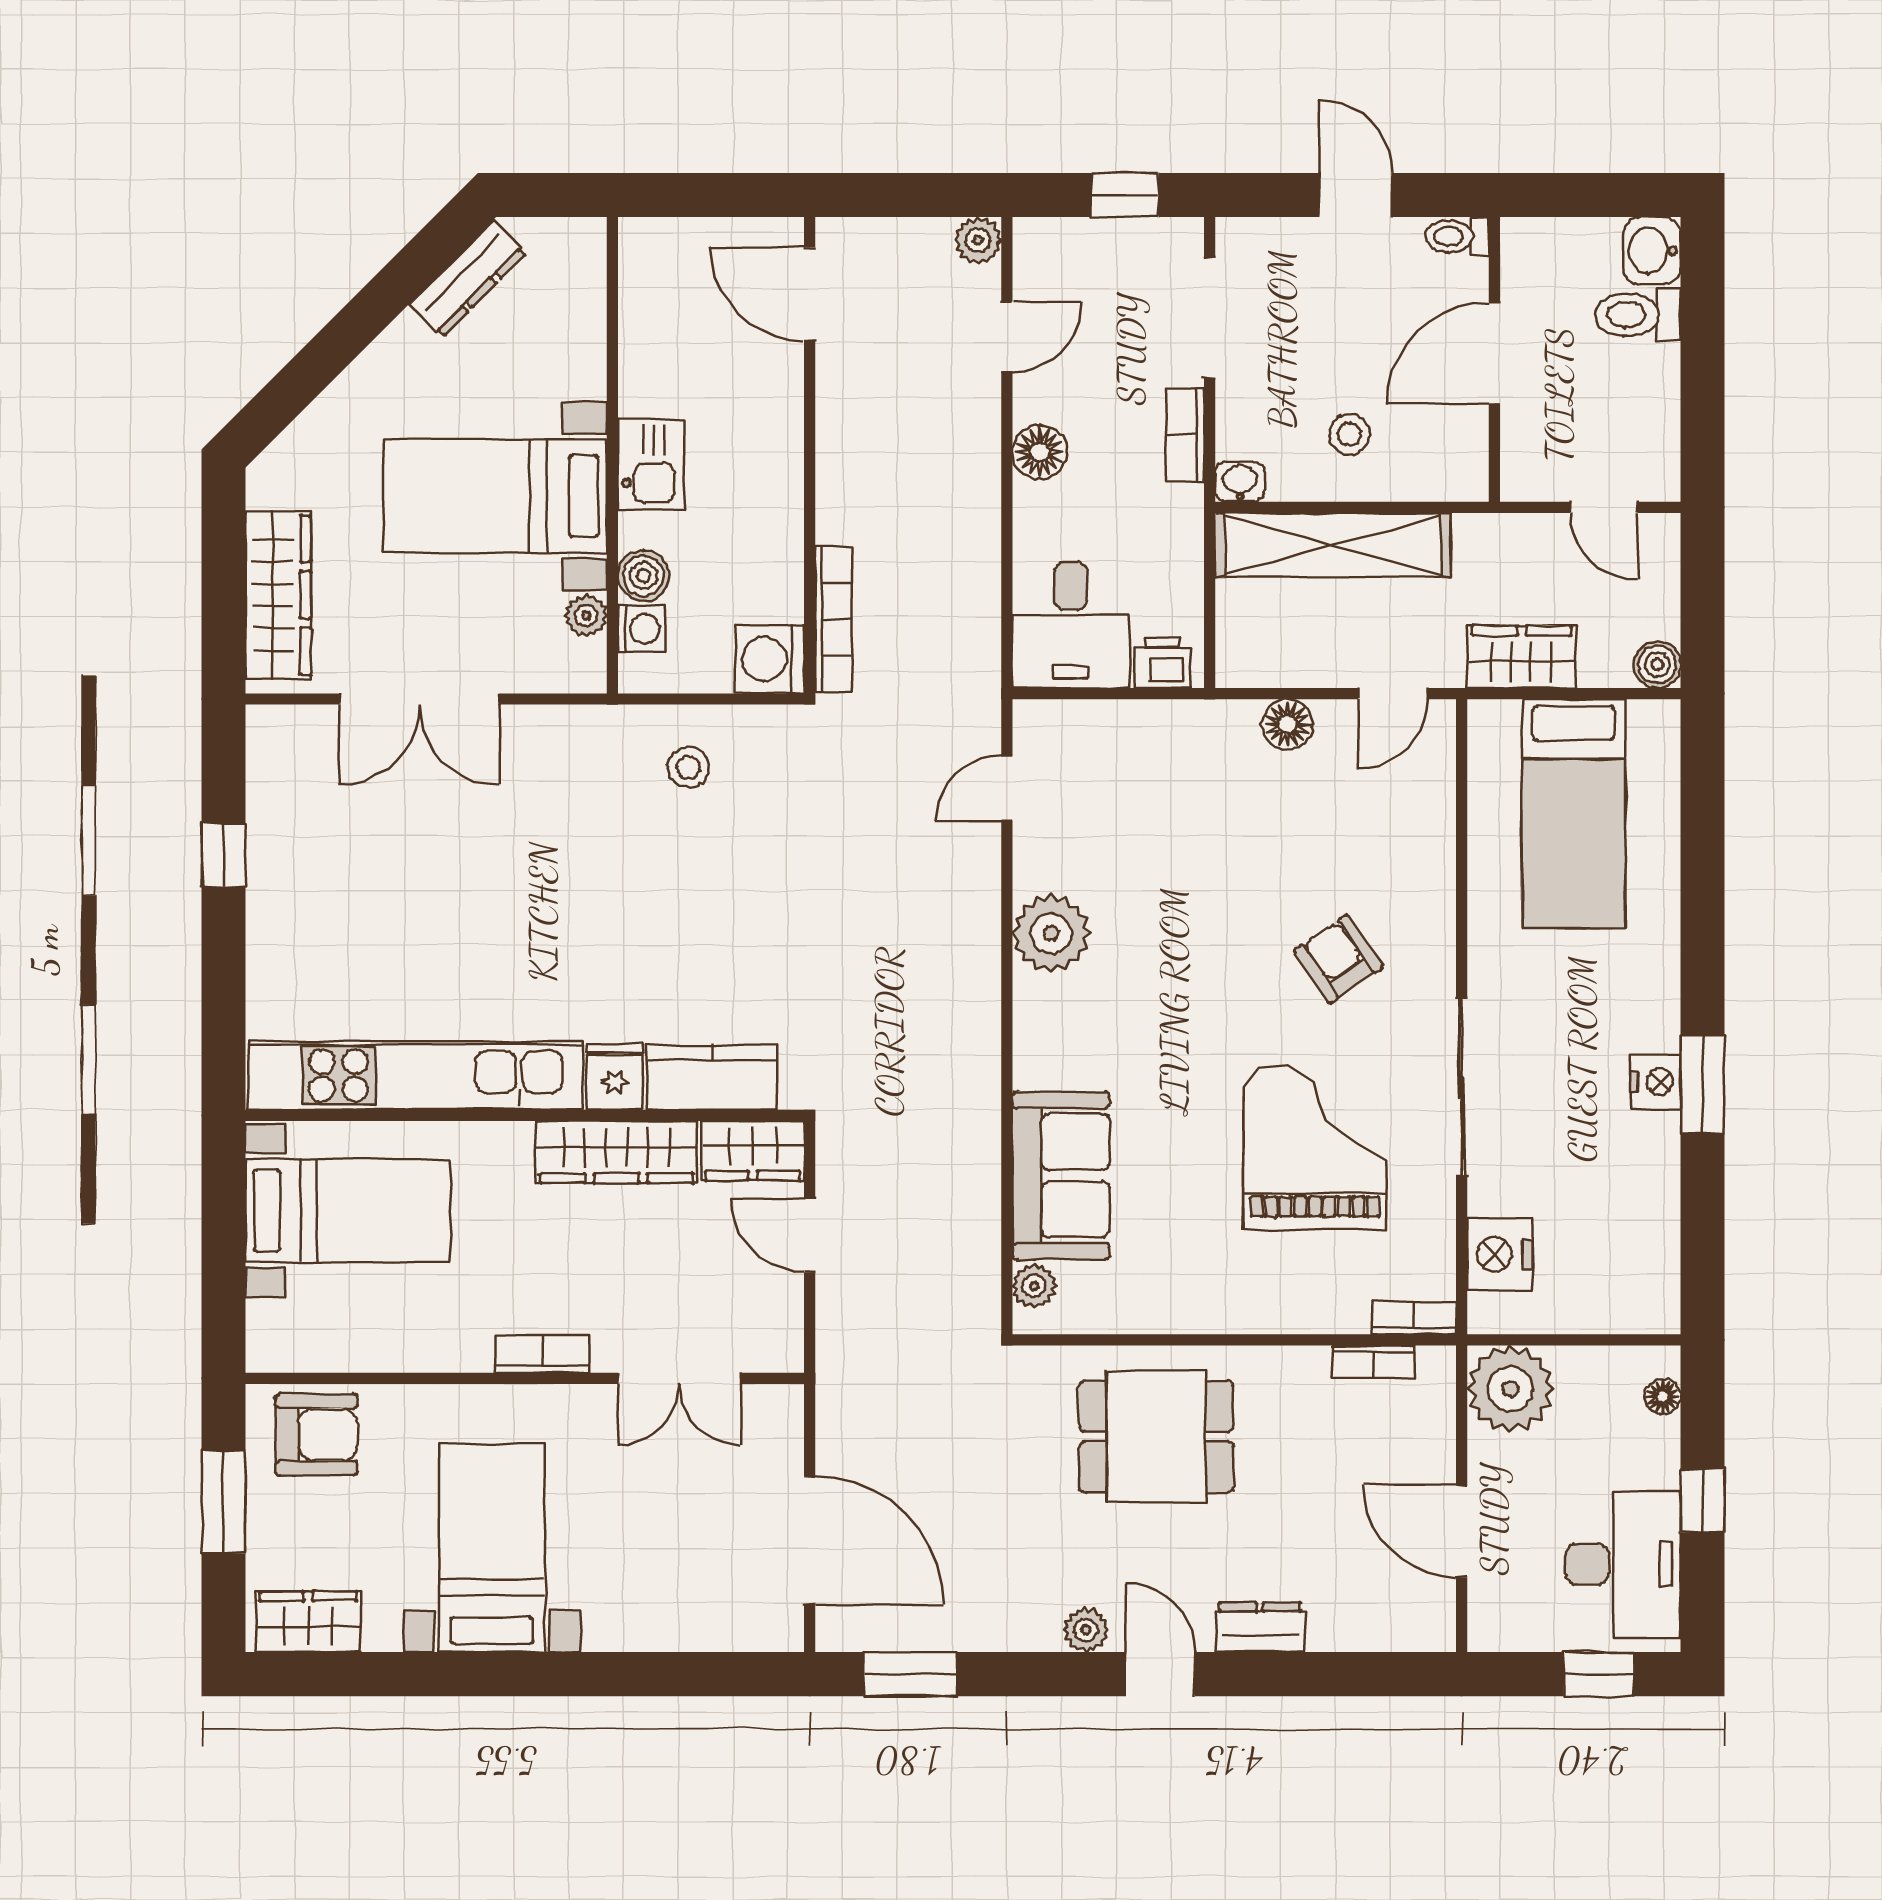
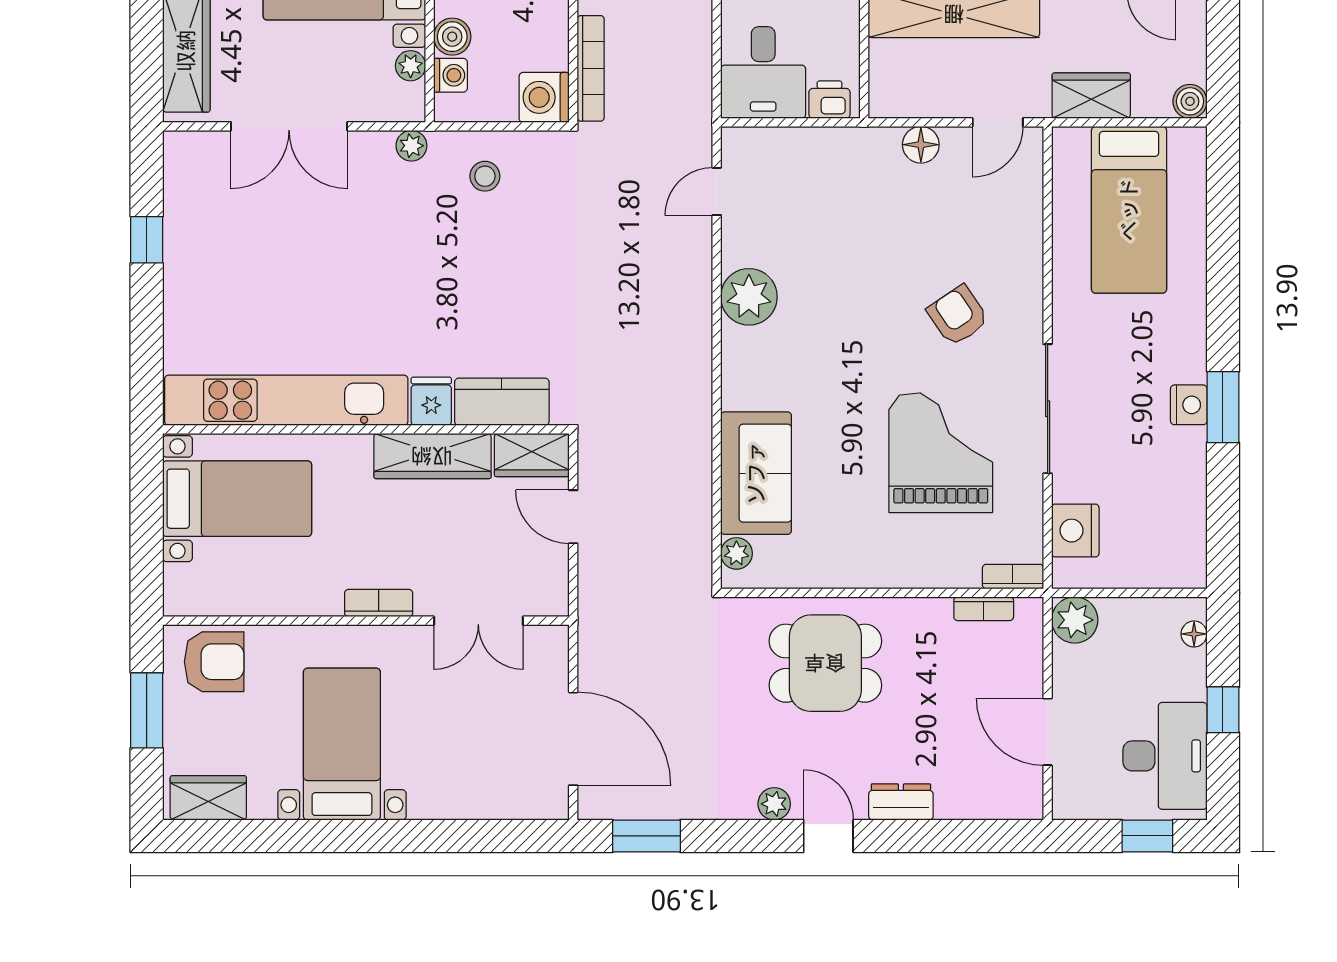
plant: (587, 726) -> (411, 146), added
plant: (1510, 1389) -> (1075, 620), width x0.73, depth x0.73

